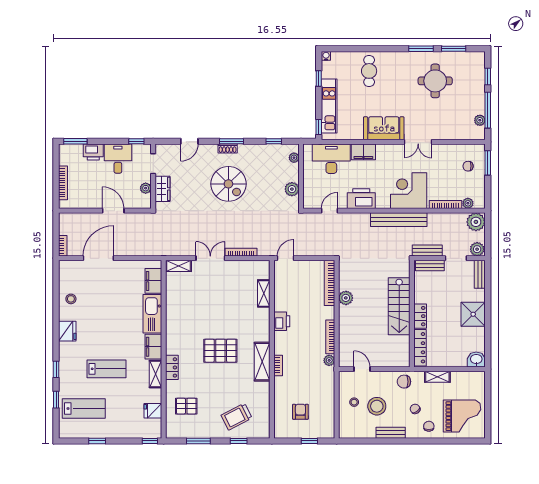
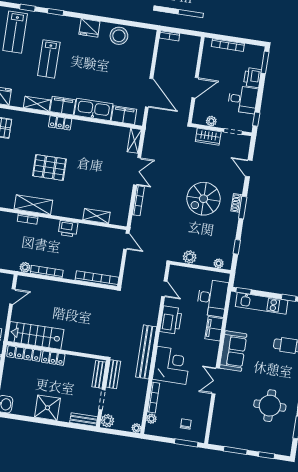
window: (488, 110) -> (235, 450), width x0.69
plant: (480, 120) -> (227, 442), removed
plant: (476, 222) -> (136, 428), width x0.53, depth x0.53
door: (98, 258) -> (149, 93), moved
plant: (346, 298) -> (81, 292), removed
stool: (71, 299) -> (119, 36), width x1.89, depth x1.89
stairs: (399, 306) -> (36, 335), moved
pallet: (220, 351) -> (49, 167), turned 90
locker: (172, 367) -> (60, 123), moved

